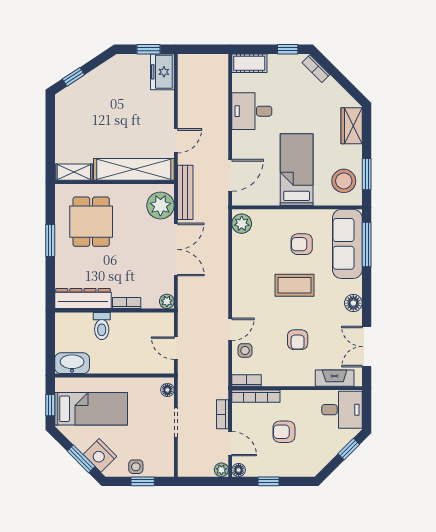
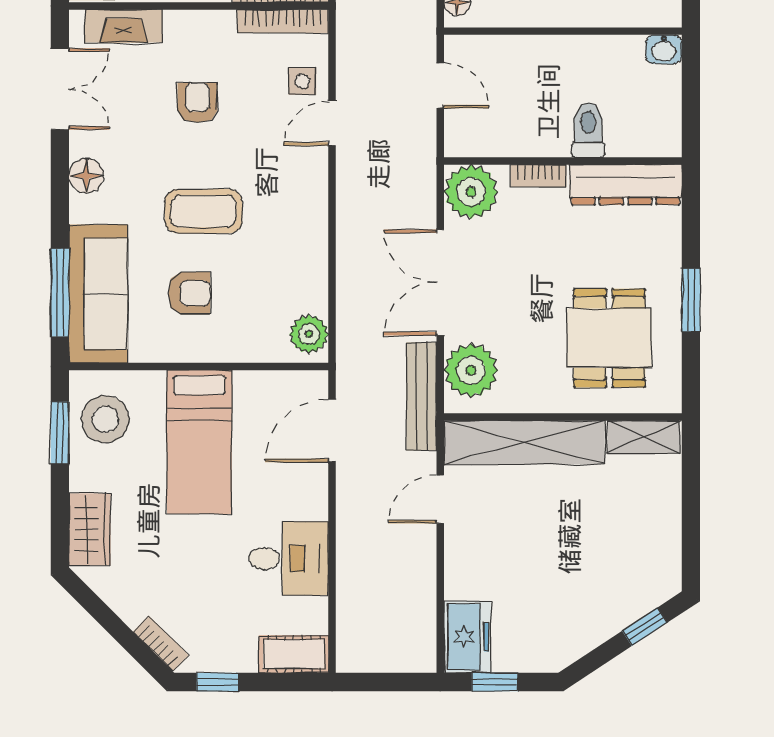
plant: (167, 301) -> (471, 192), width x1.87, depth x1.87
washbasin: (72, 363) -> (664, 49), width x0.52, depth x0.69
bookcase: (247, 381) -> (283, 21), width x1.56

